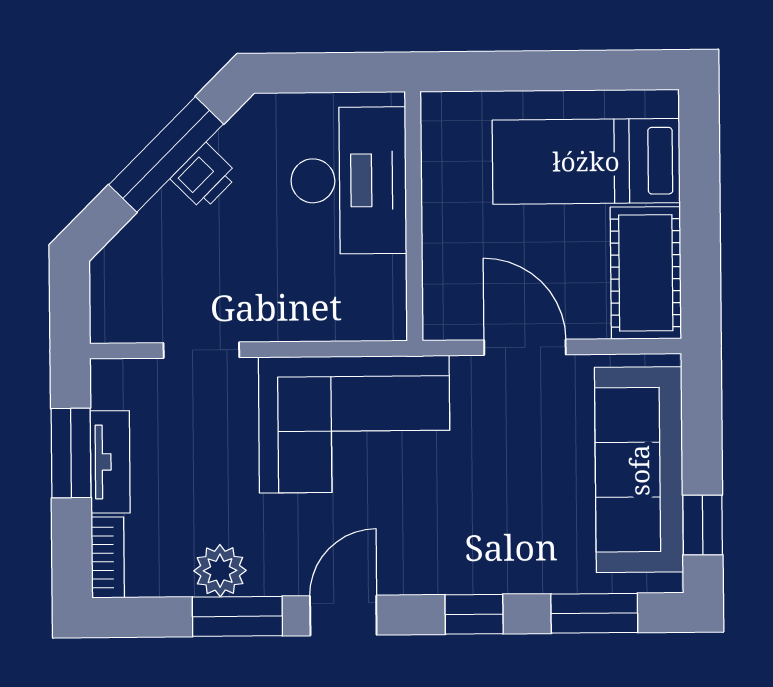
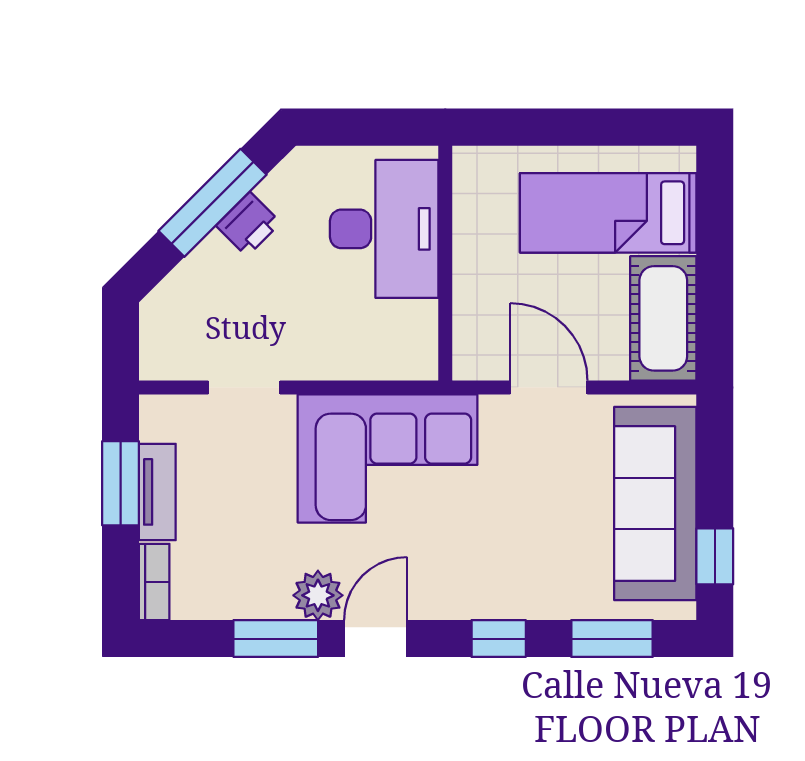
plant: (220, 571) -> (318, 595), moved

